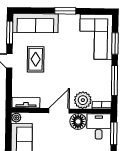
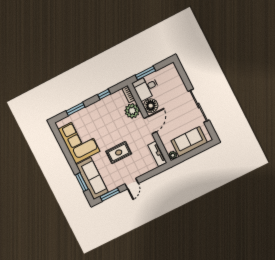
window: (65, 11) -> (82, 182), moved
corner sofa: (96, 37) -> (79, 140), moved, turned -90
rug: (36, 59) -> (119, 152), moved
window: (115, 80) -> (104, 94), width x0.46
door: (59, 111) -> (150, 125), swing flipped

